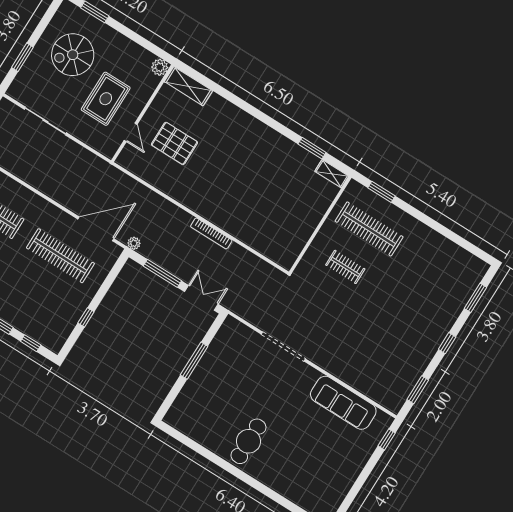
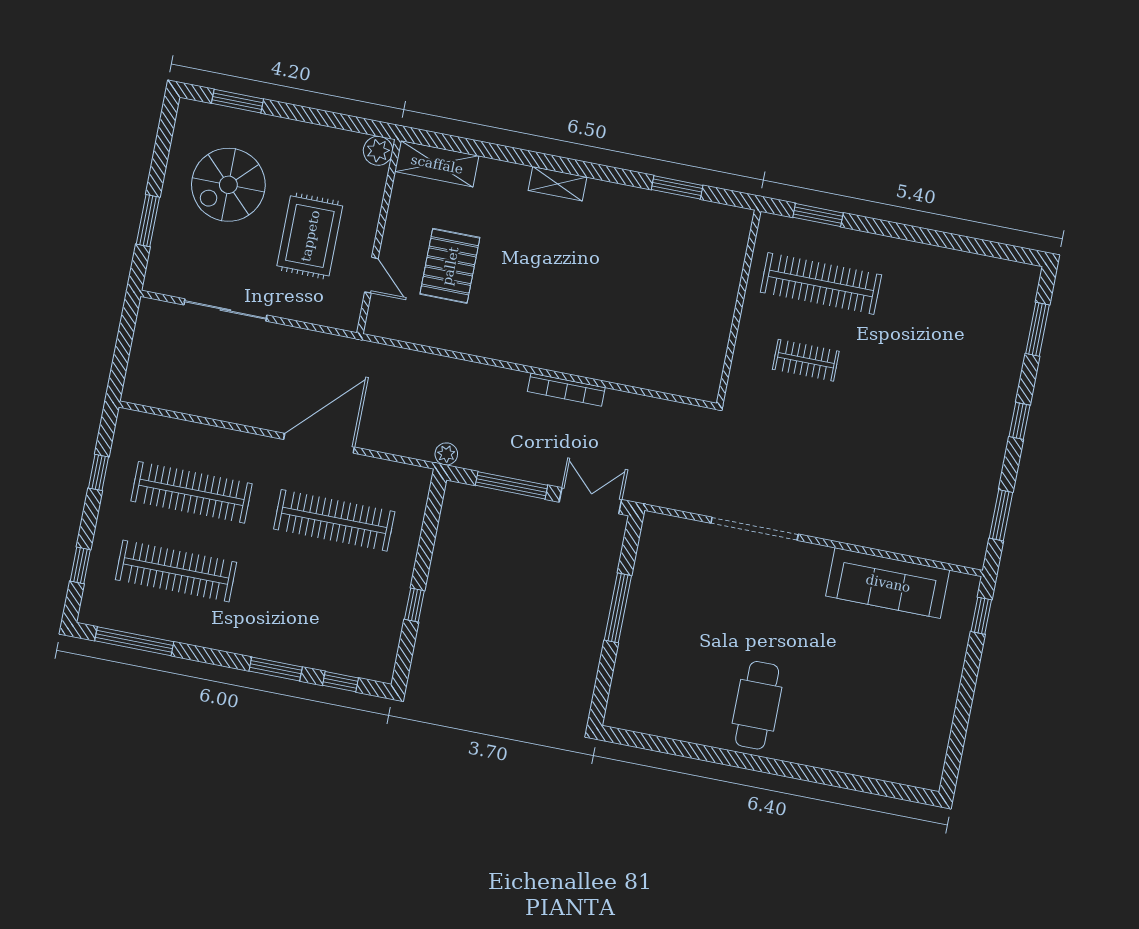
pallet: (174, 143) -> (450, 266), turned 90
shelving: (332, 174) -> (557, 184), moved
door: (96, 229) -> (319, 443), moved

